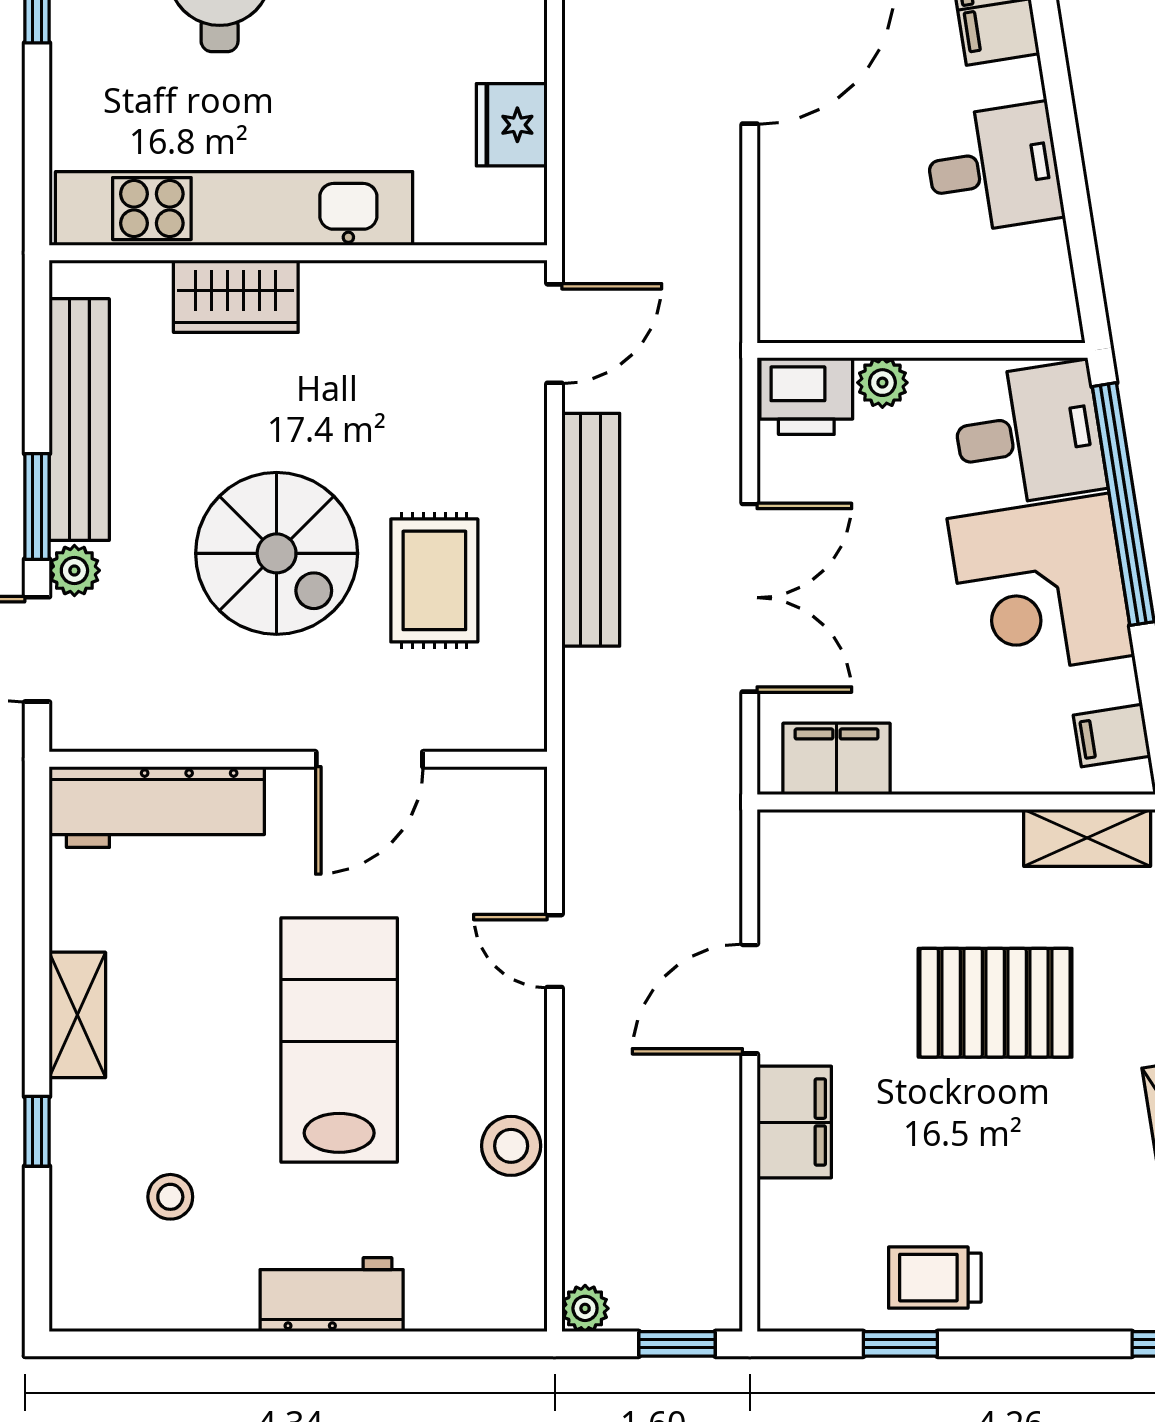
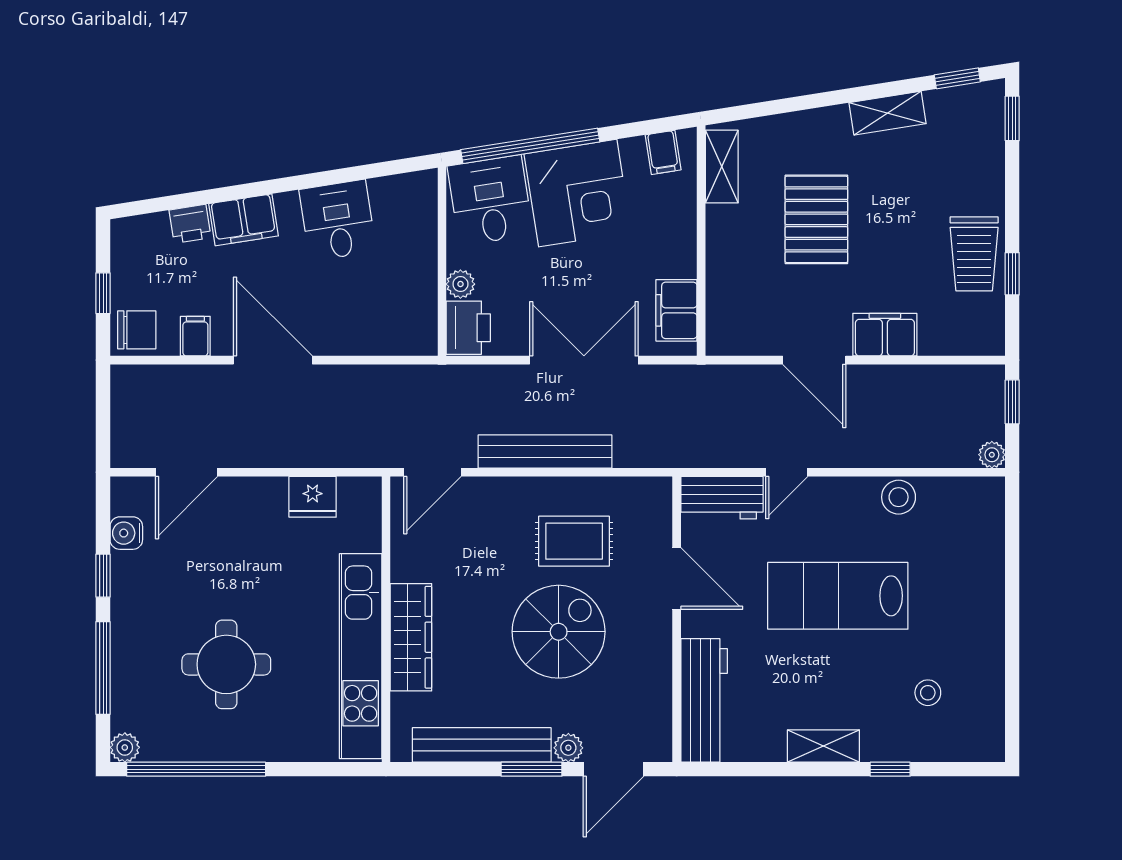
wardrobe: (236, 296) -> (411, 637), width x1.50
door: (554, 334) -> (432, 472), swing flipped
trolley: (935, 1278) -> (974, 254), width x1.36, depth x1.39
workbench: (332, 1295) -> (722, 498), moved, turned -90

